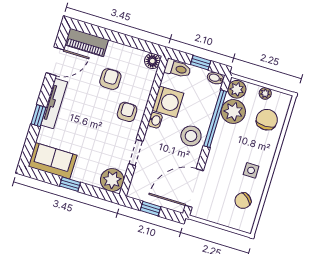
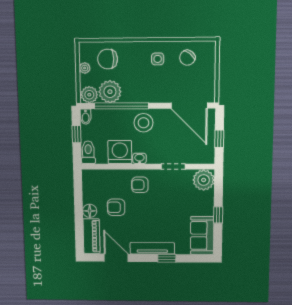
floor lamp: (152, 61) -> (90, 211), moved
chair: (243, 201) -> (187, 58), turned 88

